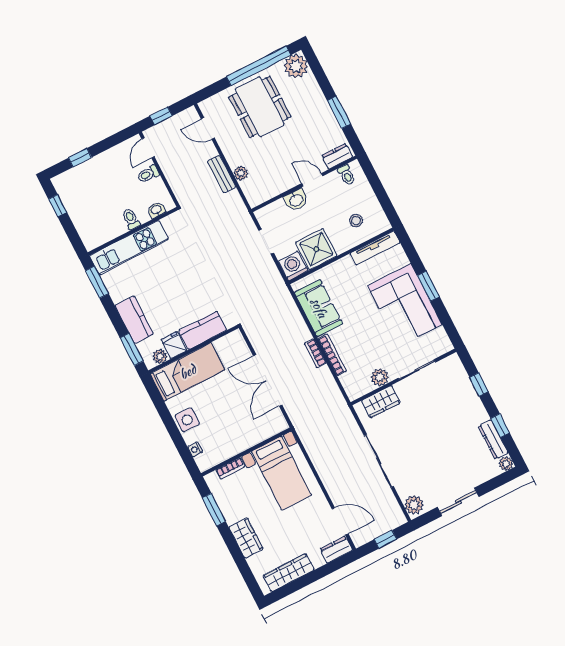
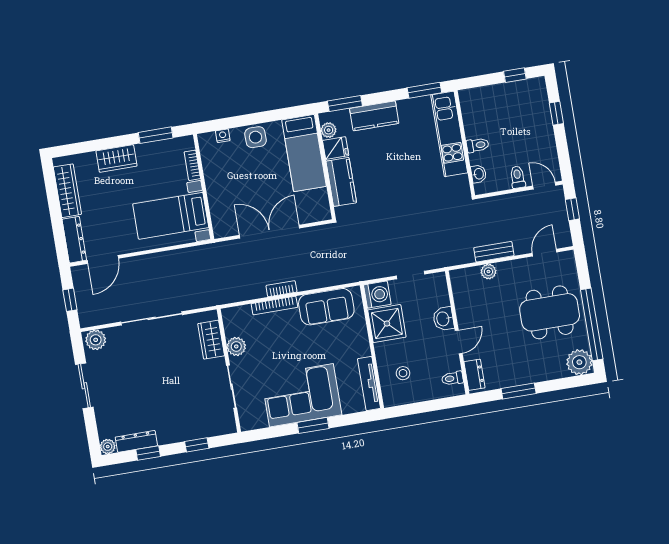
dresser: (336, 550) -> (74, 240), width x1.44

